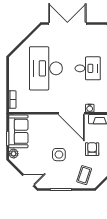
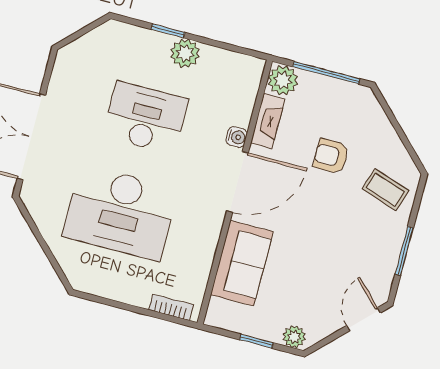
desk: (88, 68) -> (145, 118), width x1.37
sofa: (18, 131) -> (242, 263), moved, turned 90
side table: (59, 155) -> (323, 235), removed

